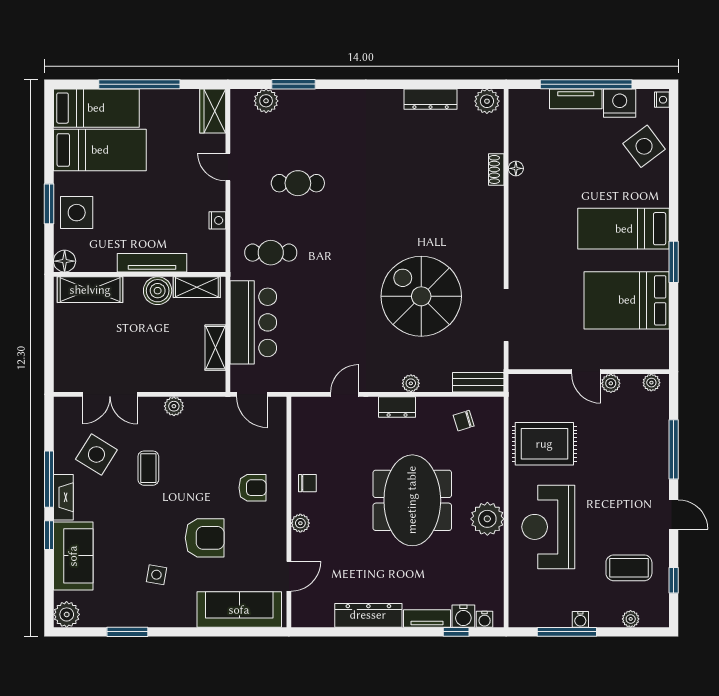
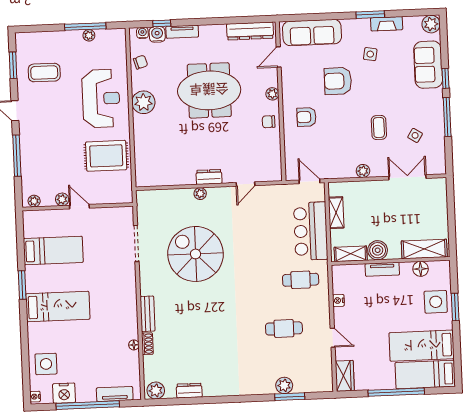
dresser: (431, 99) -> (189, 391), width x0.70
tv unit: (576, 99) -> (115, 394), moved
plant: (266, 101) -> (284, 385), moved
side table: (644, 146) -> (46, 364), turned 37
floor lamp: (65, 261) -> (421, 269), moved
tv unit: (152, 263) -> (382, 269), width x0.71
spiral stairs: (421, 296) -> (196, 254), turned 180
bed: (627, 300) -> (53, 250), width x0.67
bench: (478, 382) -> (148, 314), moved, turned 90
chair: (464, 421) -> (140, 62), moved
side table: (96, 454) -> (415, 135), width x0.54, depth x0.54
fireplace: (63, 497) -> (387, 24), moved, turned -90
meeting table: (412, 500) -> (209, 90), moved, turned 90
window: (674, 580) -> (13, 65), width x1.50
dresser: (368, 615) -> (250, 31), moved
water cooler: (580, 619) -> (76, 36), removed
plant: (631, 619) -> (89, 35), moved
window: (127, 632) -> (370, 15), moved

